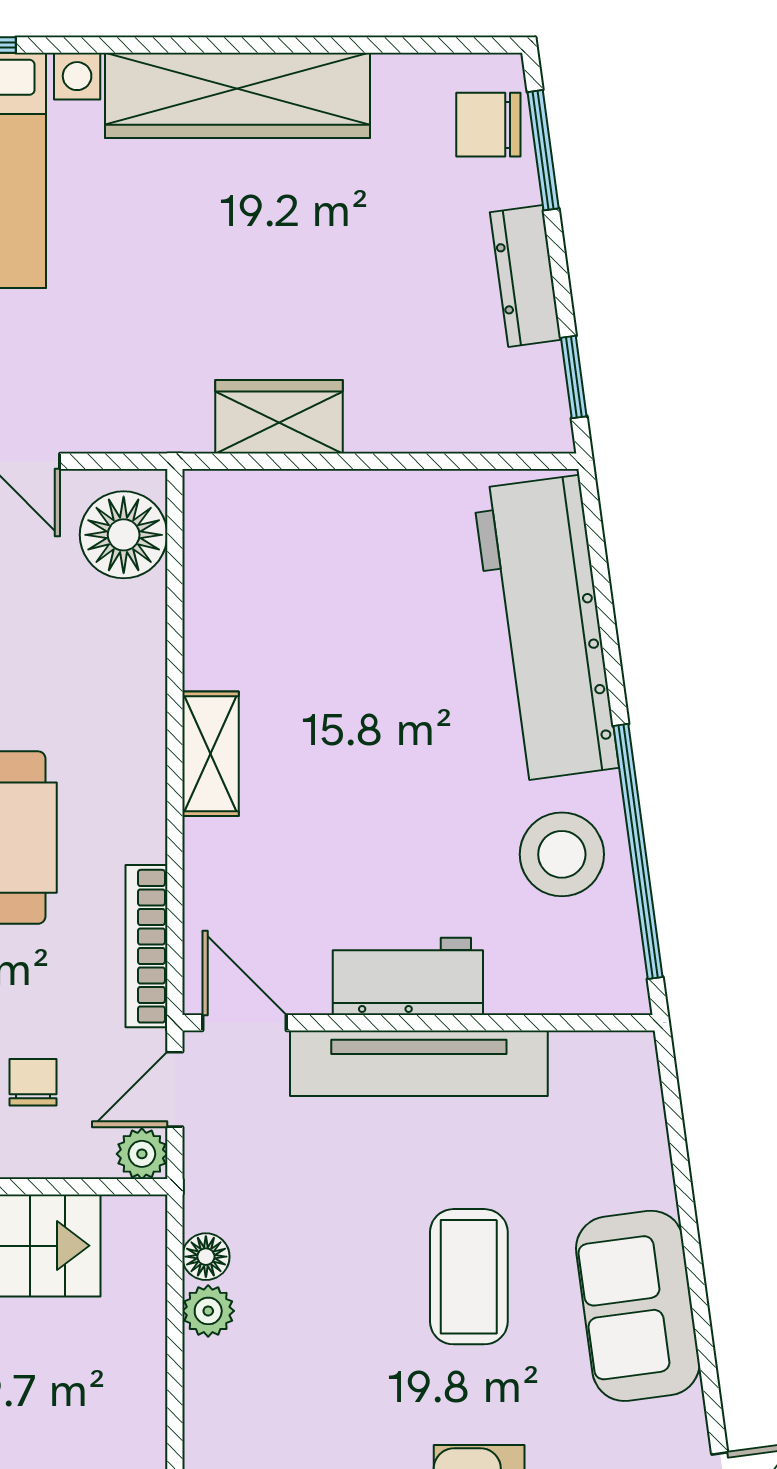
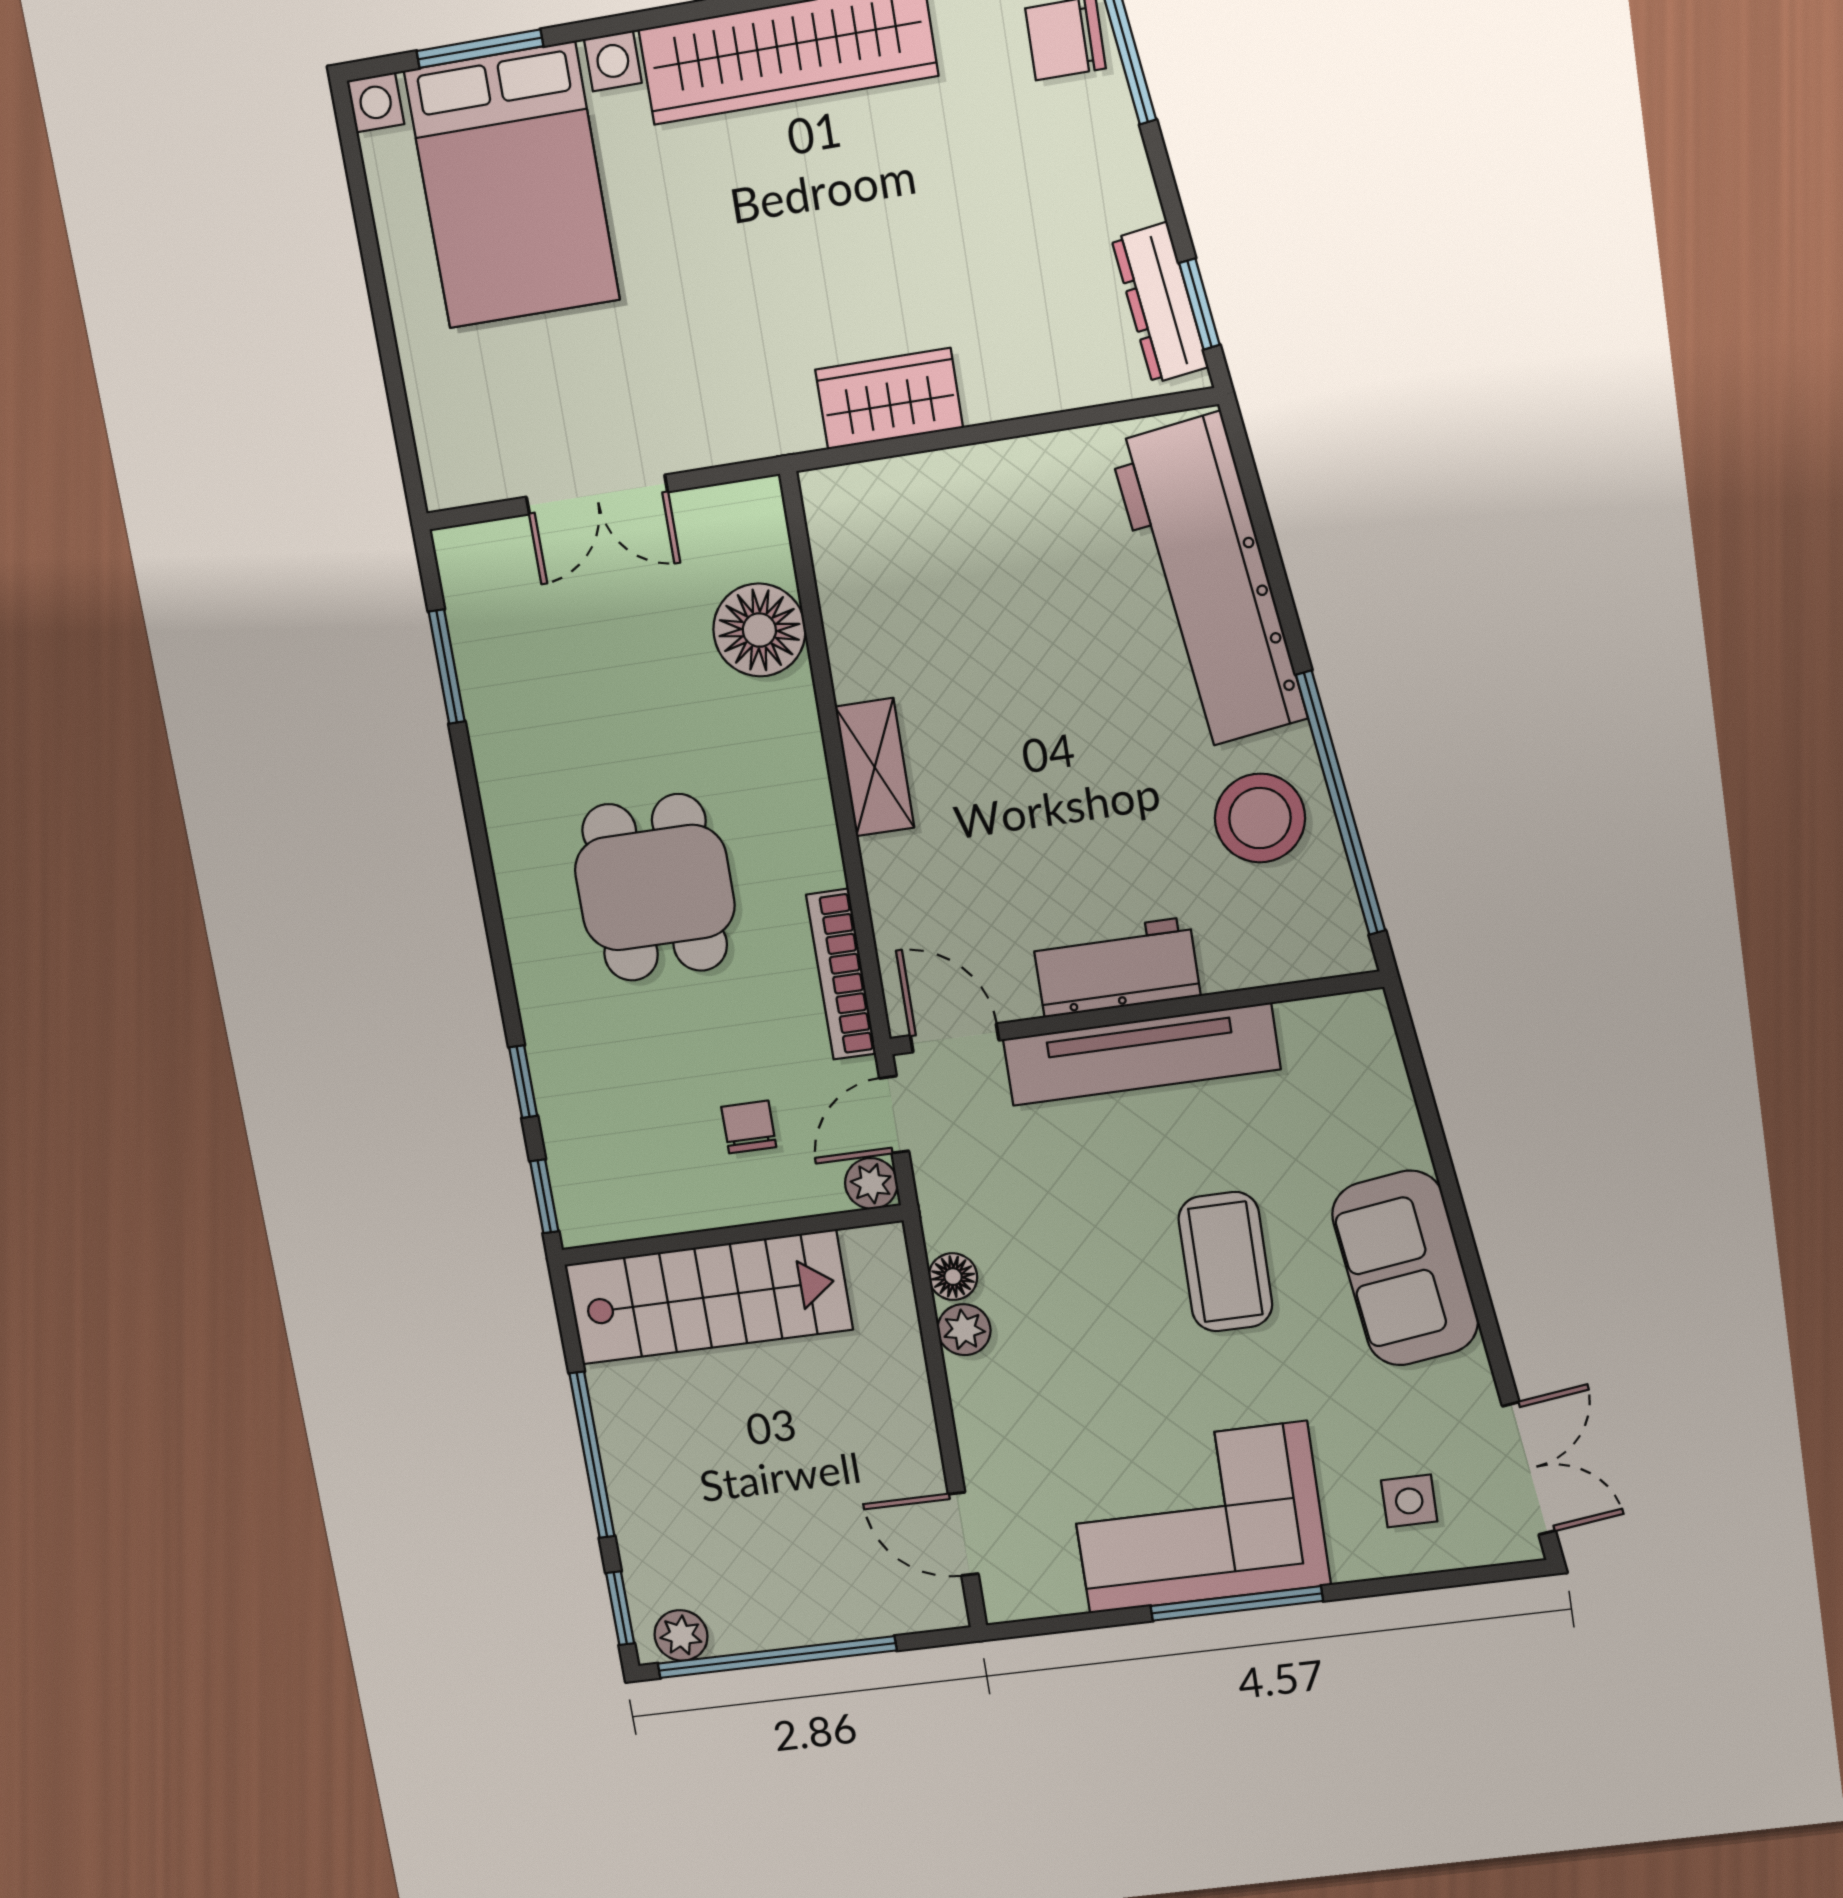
dresser: (526, 276) -> (1160, 303), moved
floor lamp: (124, 535) -> (759, 630), moved

